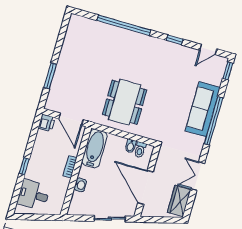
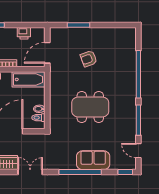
window: (175, 40) -> (138, 120), width x2.17
armchair: (91, 75) -> (89, 59), added
dining table: (125, 102) -> (90, 107), moved
sofa: (203, 109) -> (93, 160), width x0.73
printer: (47, 123) -> (24, 33), moved

